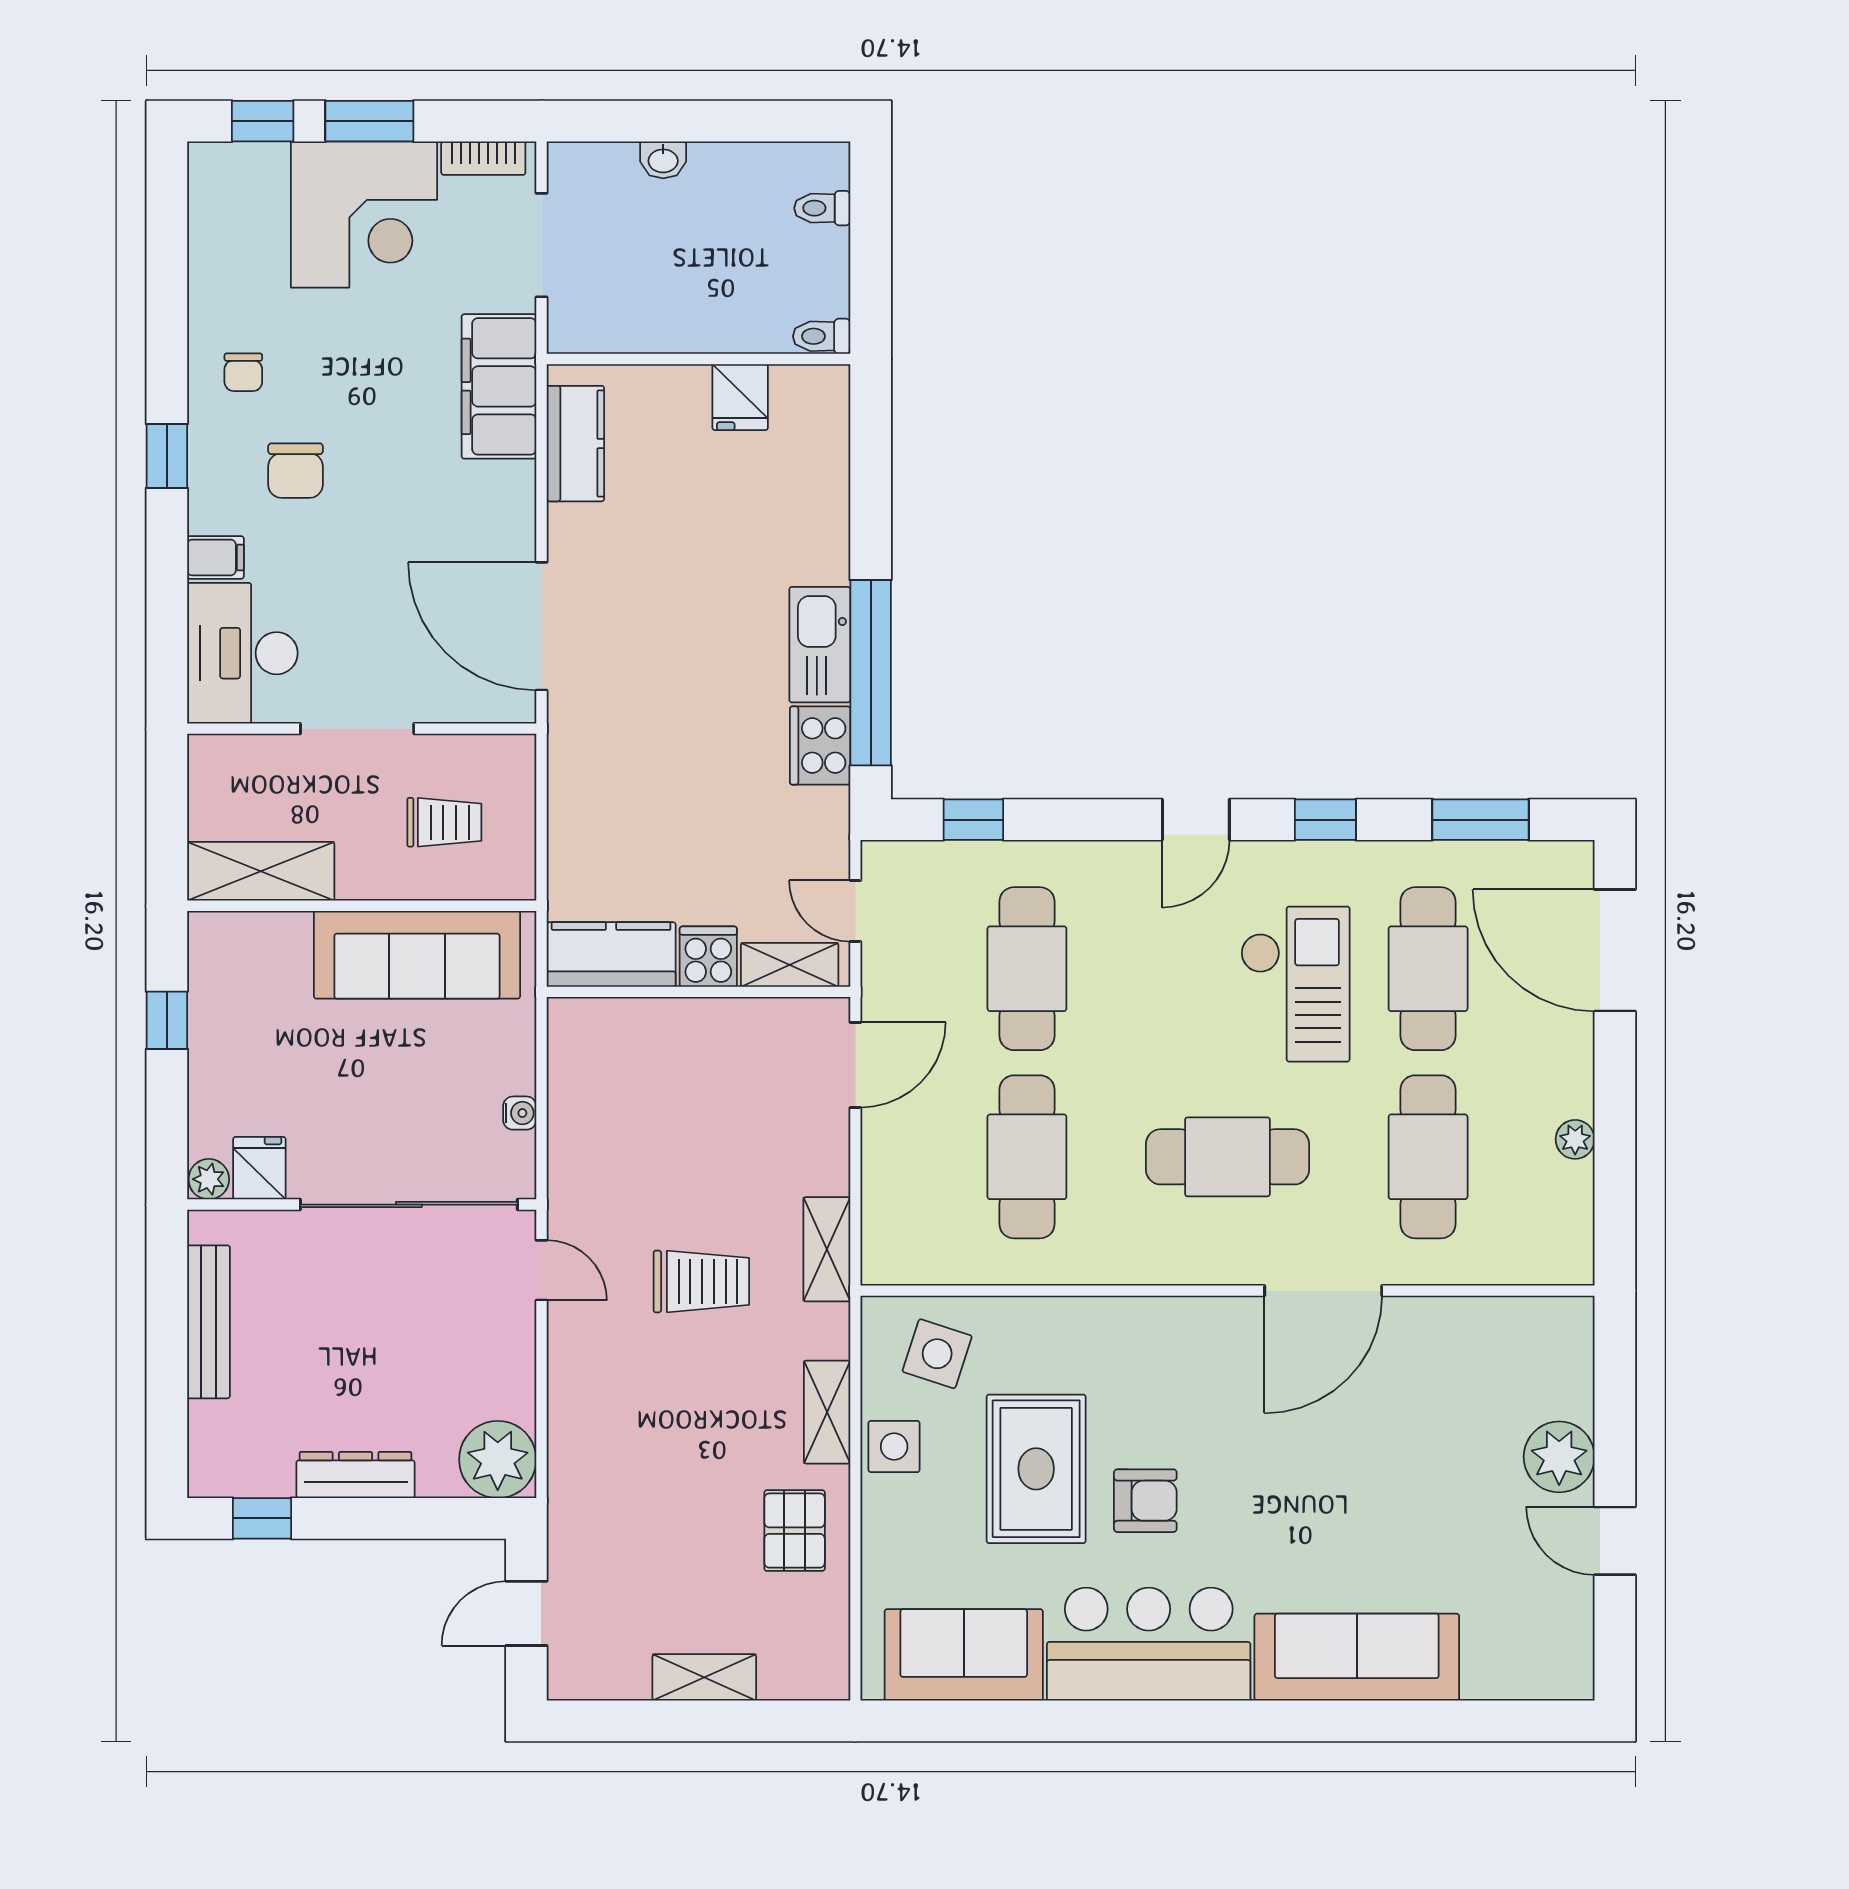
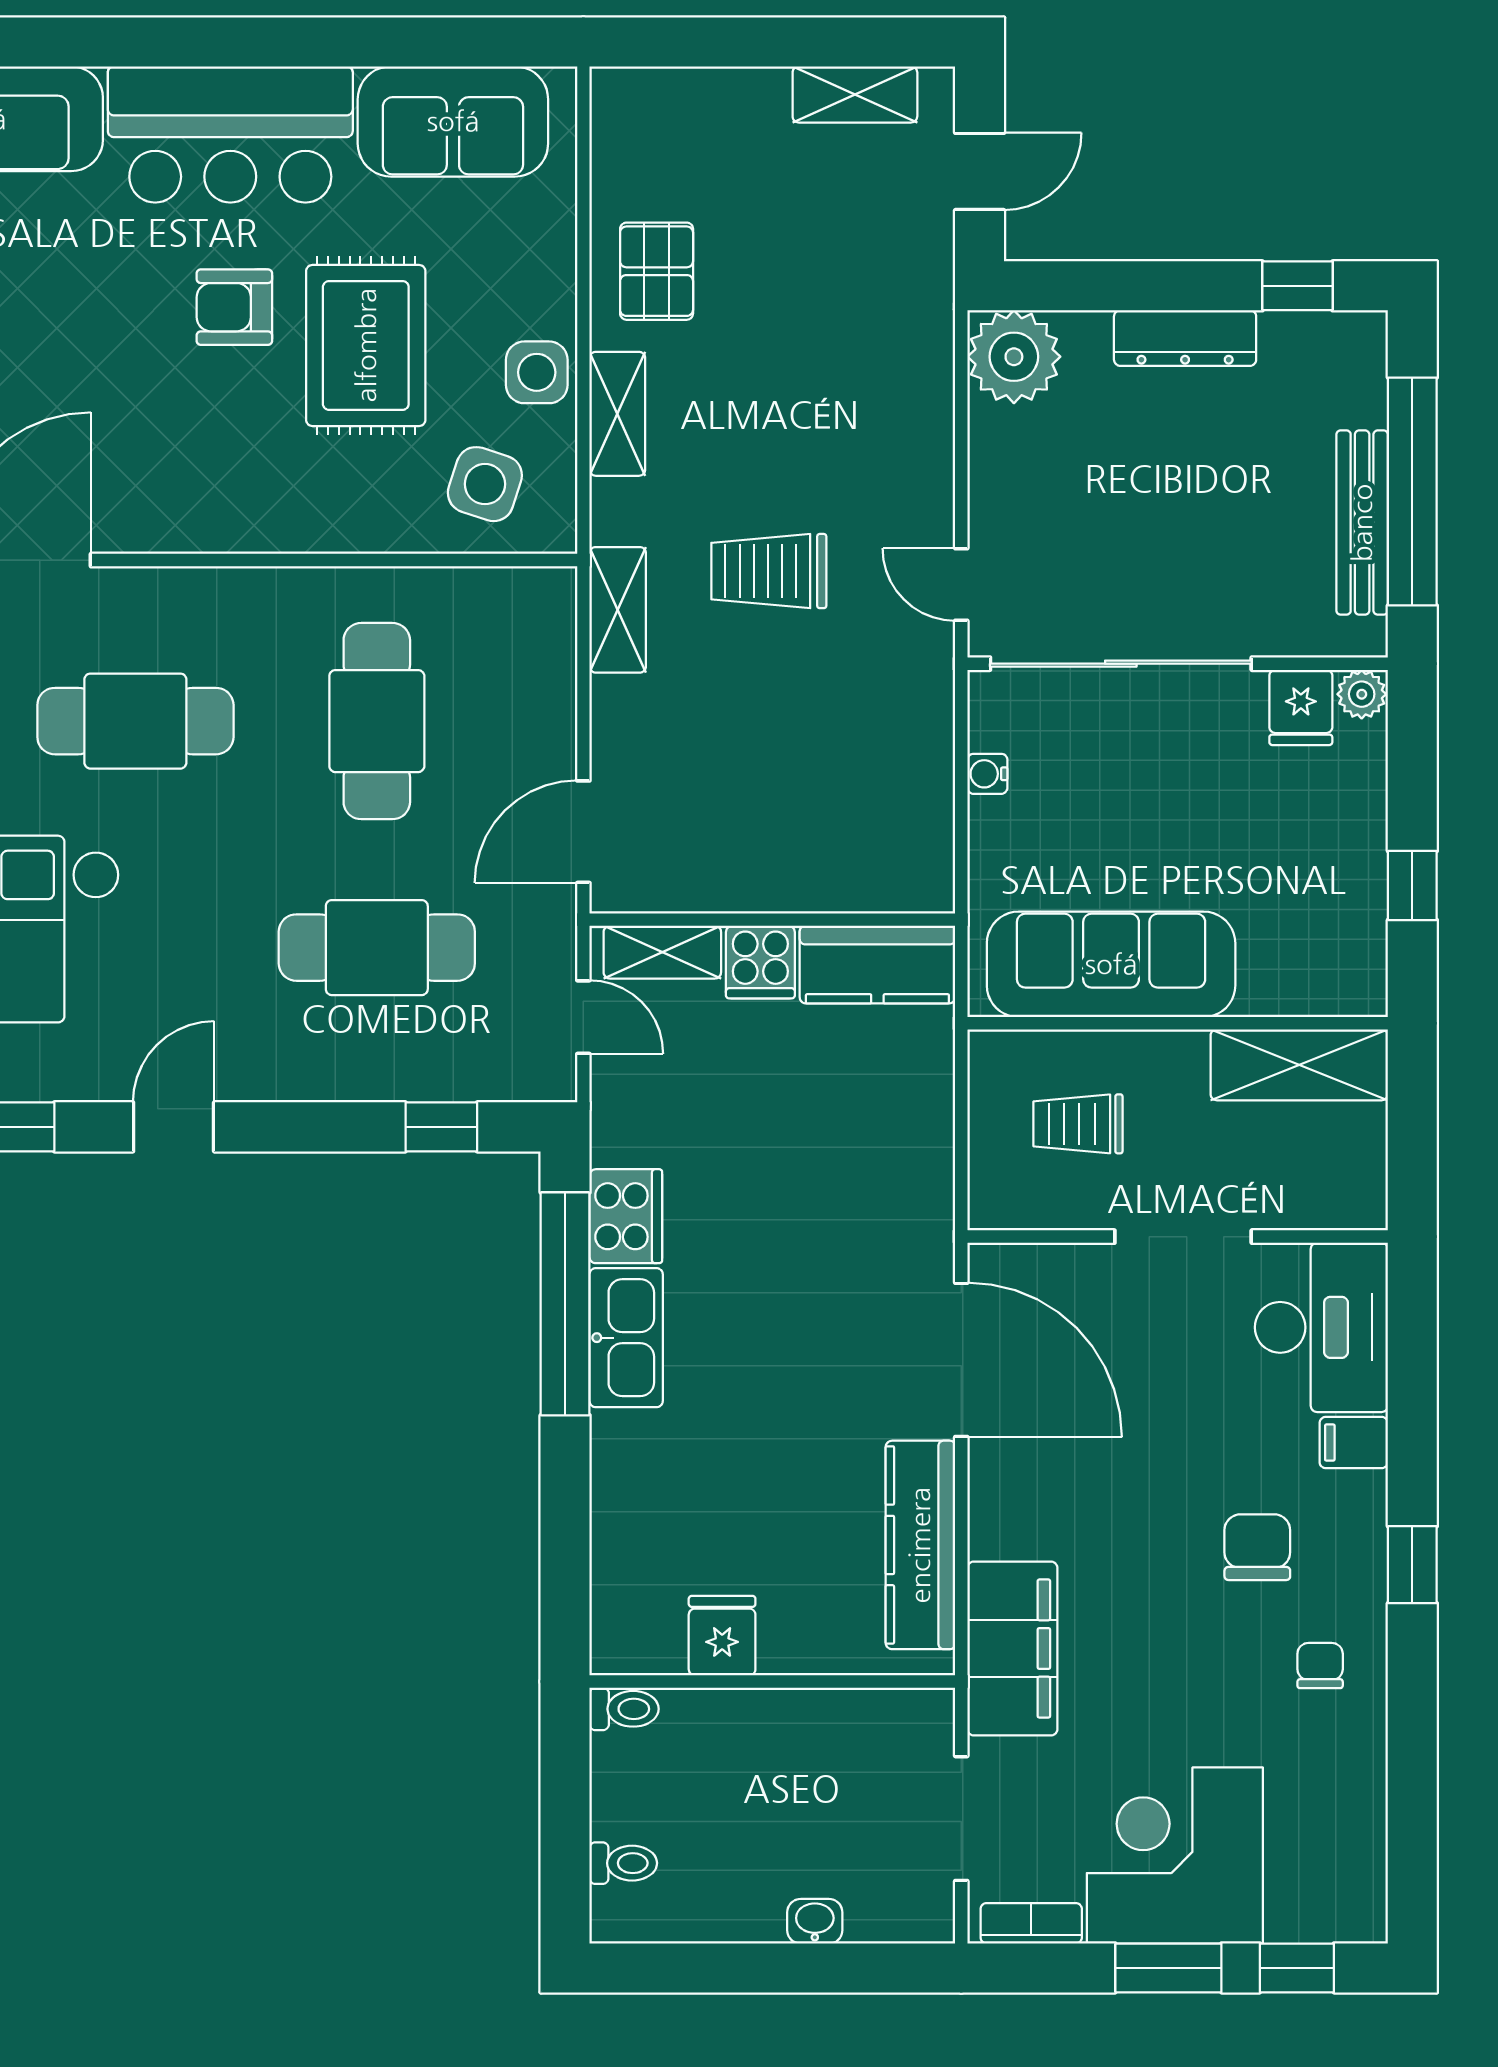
kitchen counter: (575, 444) -> (920, 1545), width x1.50
cafe table: (1027, 969) -> (377, 948), turned 90
window: (167, 1348) -> (1412, 491), added
shelving: (704, 1677) -> (855, 94), moved

